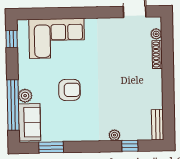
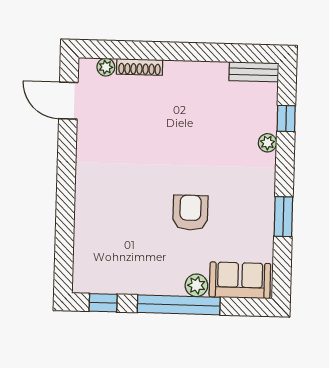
corner sofa: (57, 38) -> (105, 229), removed
window: (13, 105) -> (179, 305), moved
window: (51, 147) -> (283, 217), moved

